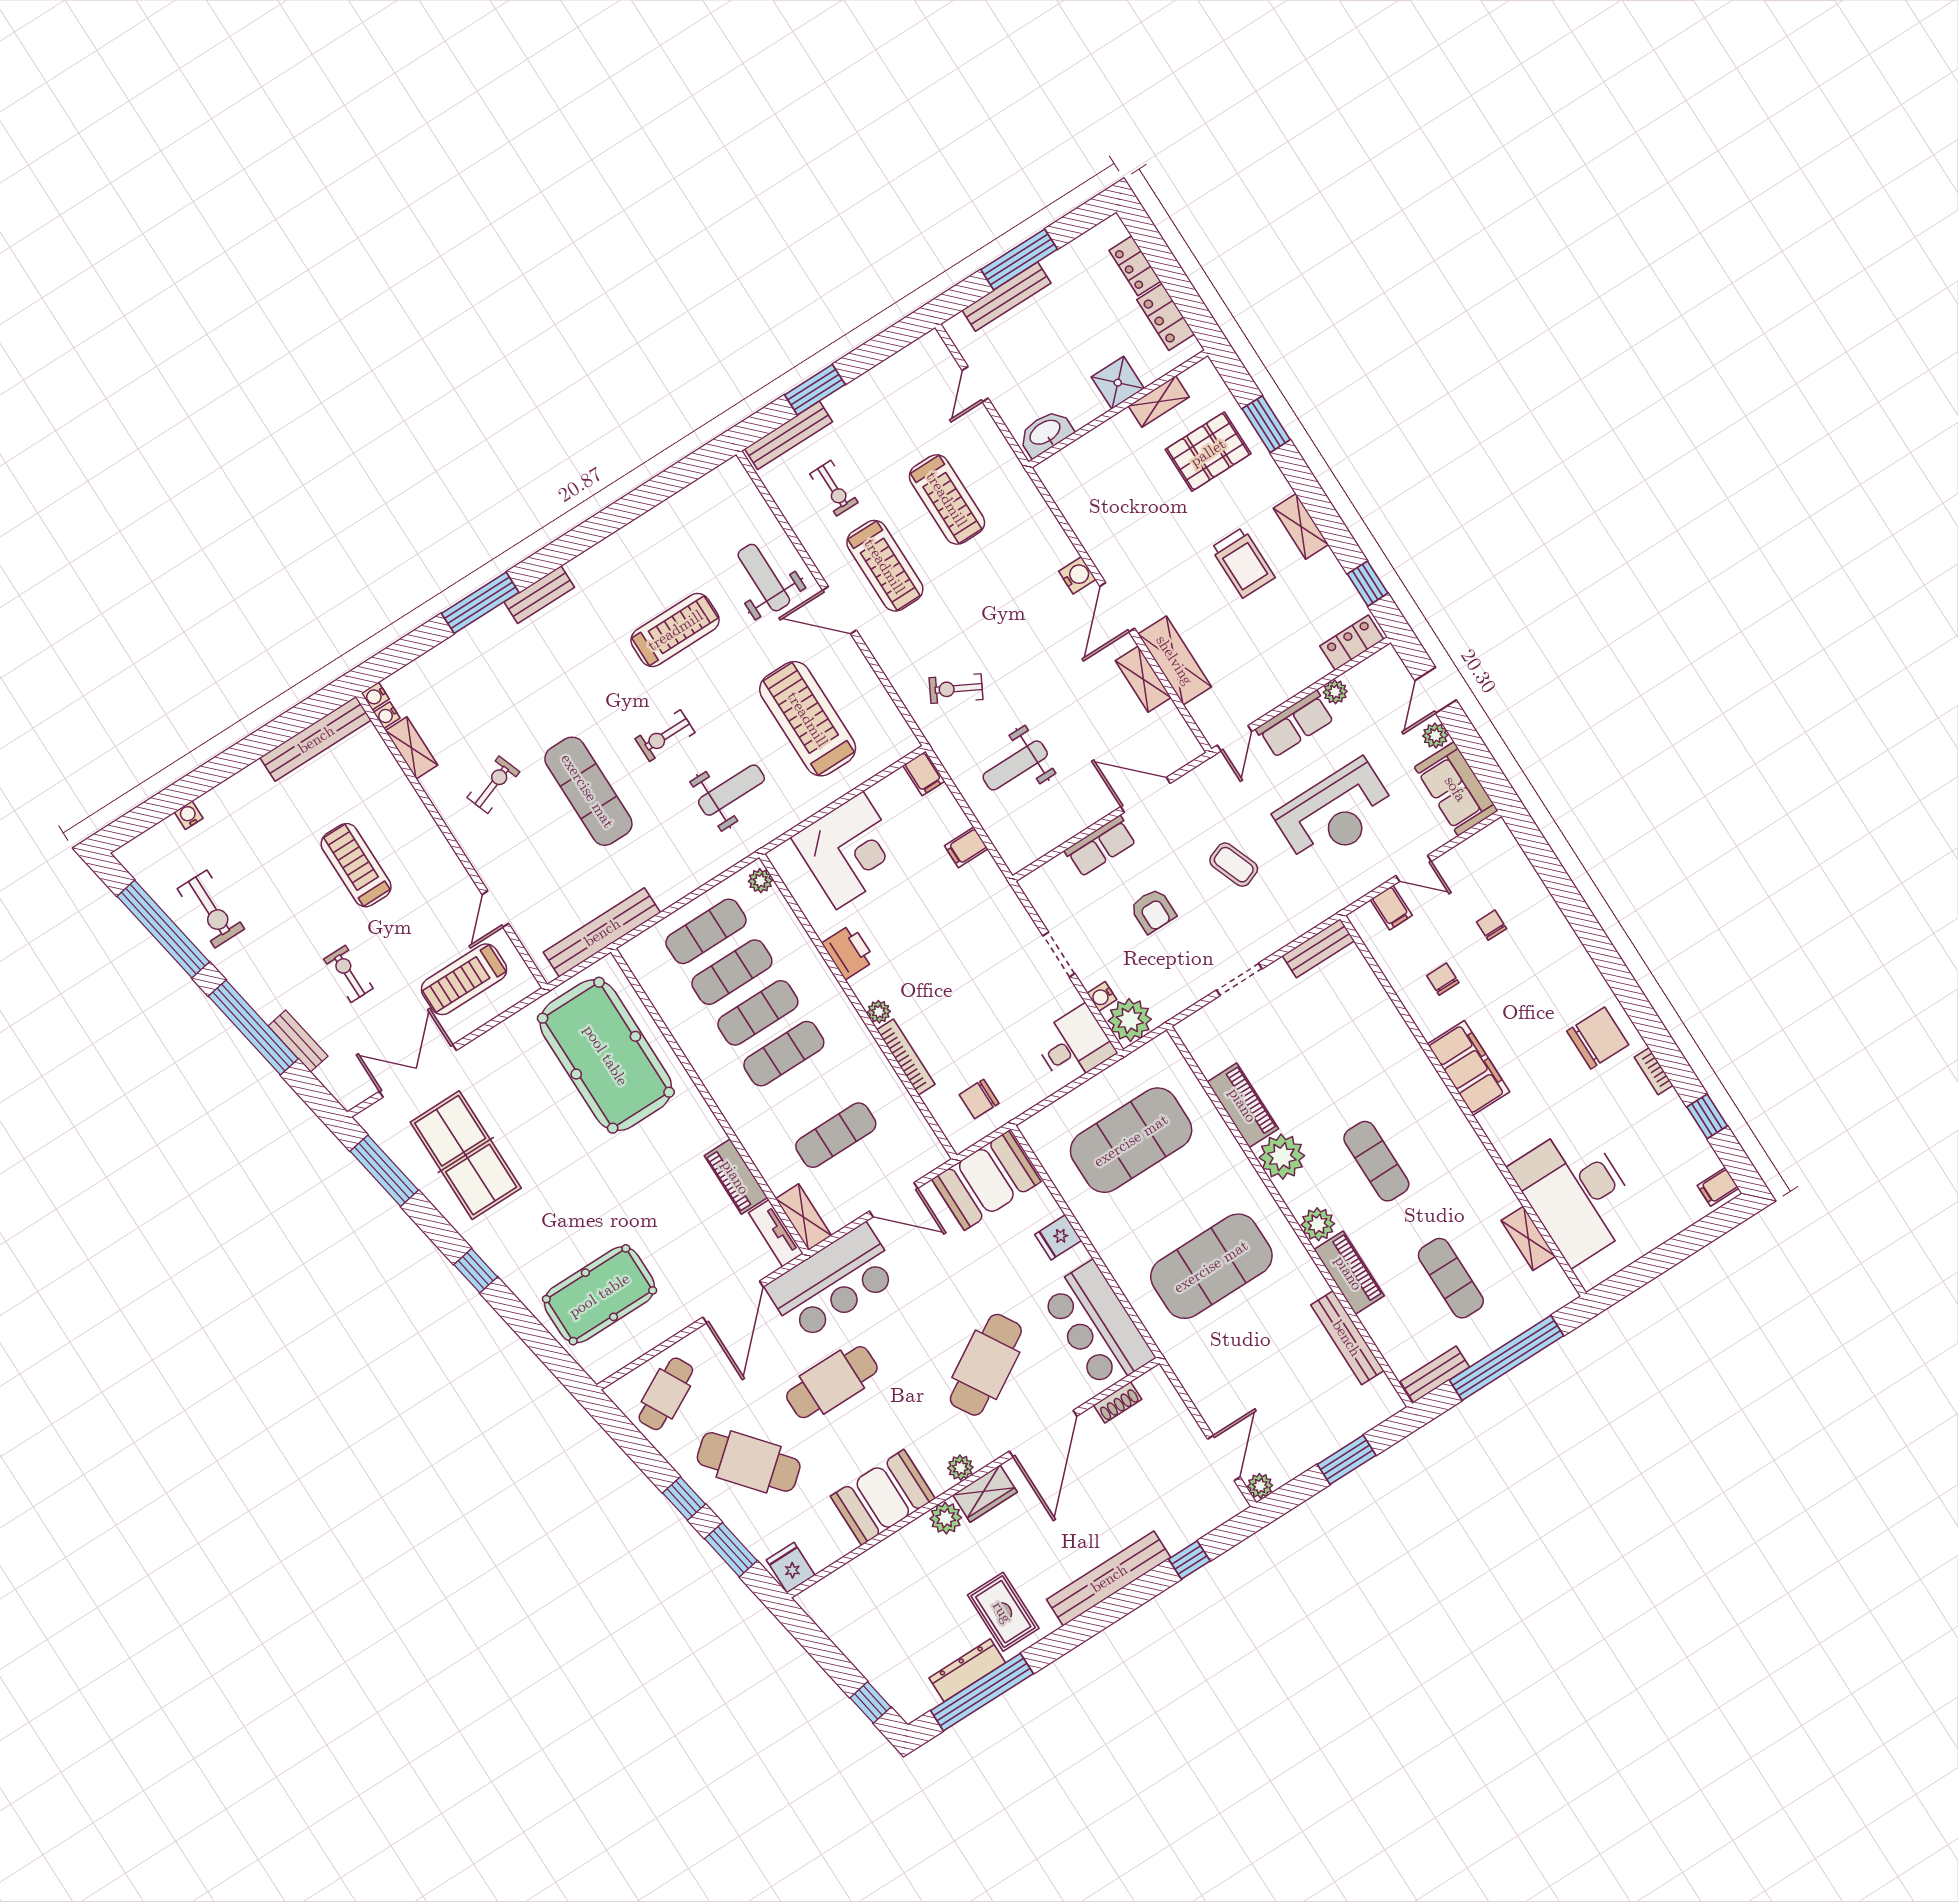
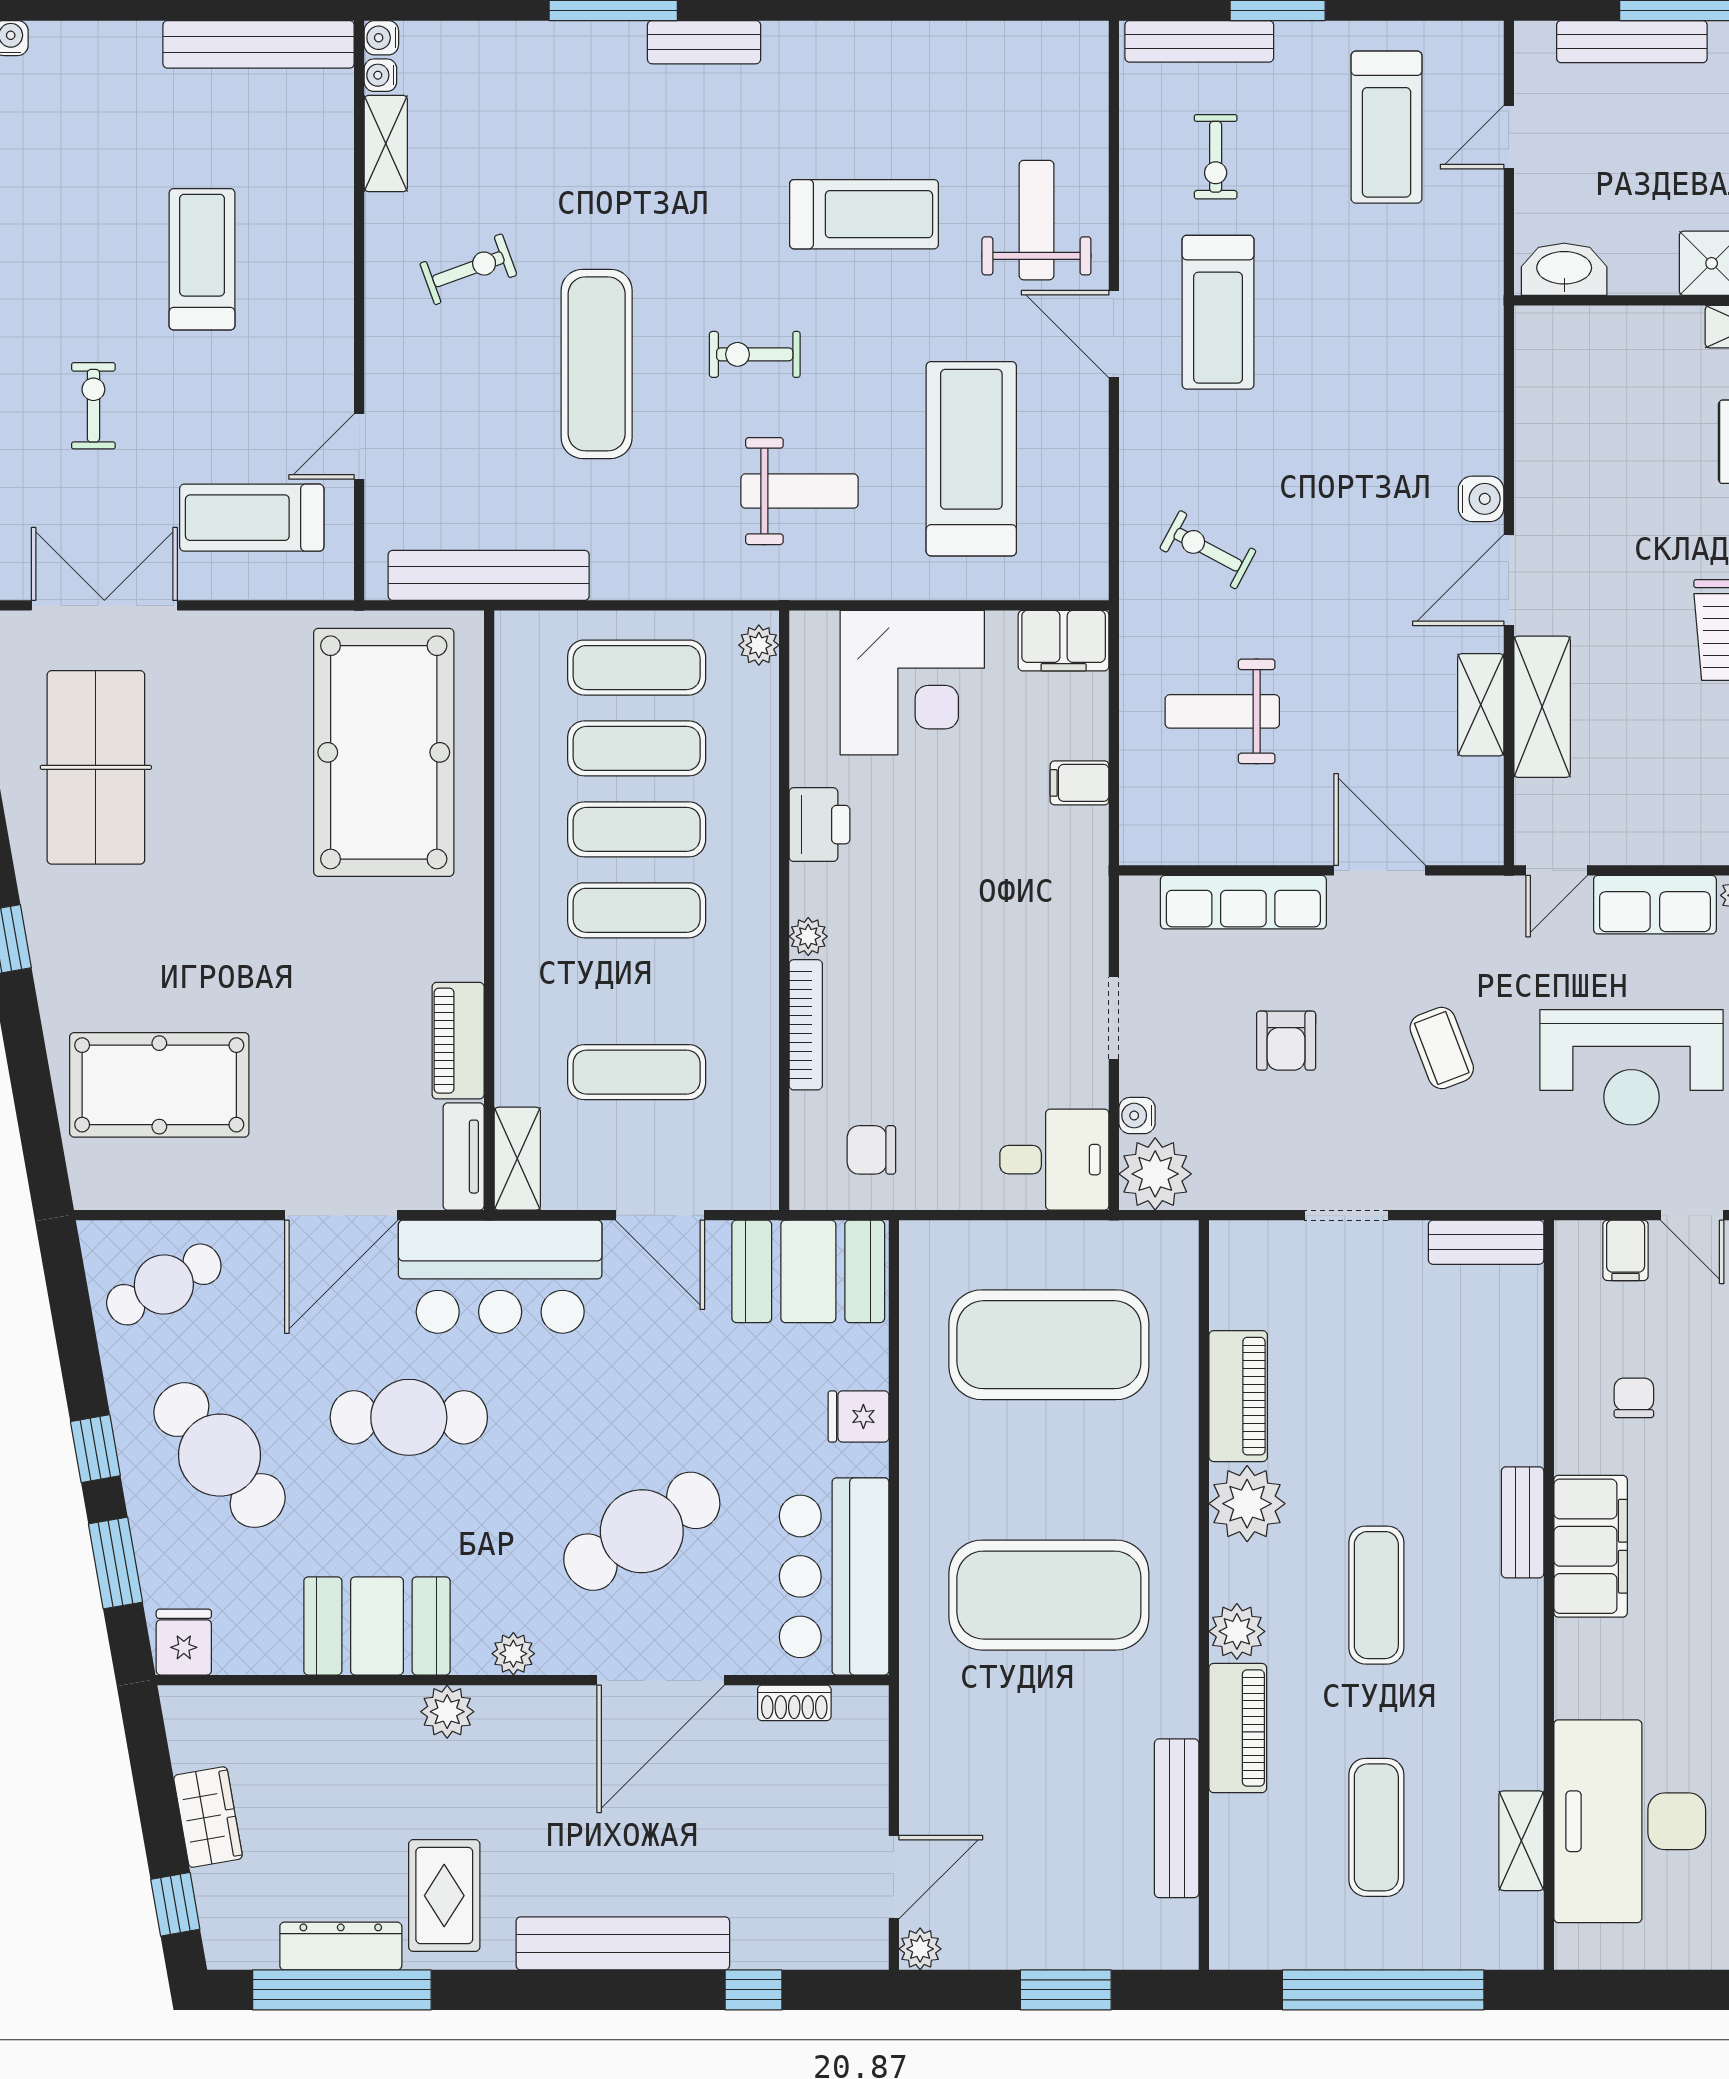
treadmill: (947, 499) -> (1387, 127), moved
filing cabinet: (924, 773) -> (1064, 641), width x2.00
row of seats: (1100, 846) -> (1243, 902), width x1.48
bench: (1435, 1374) -> (1523, 1522), moved, turned 90
wardrobe: (985, 1493) -> (208, 1817), moved, turned -100

